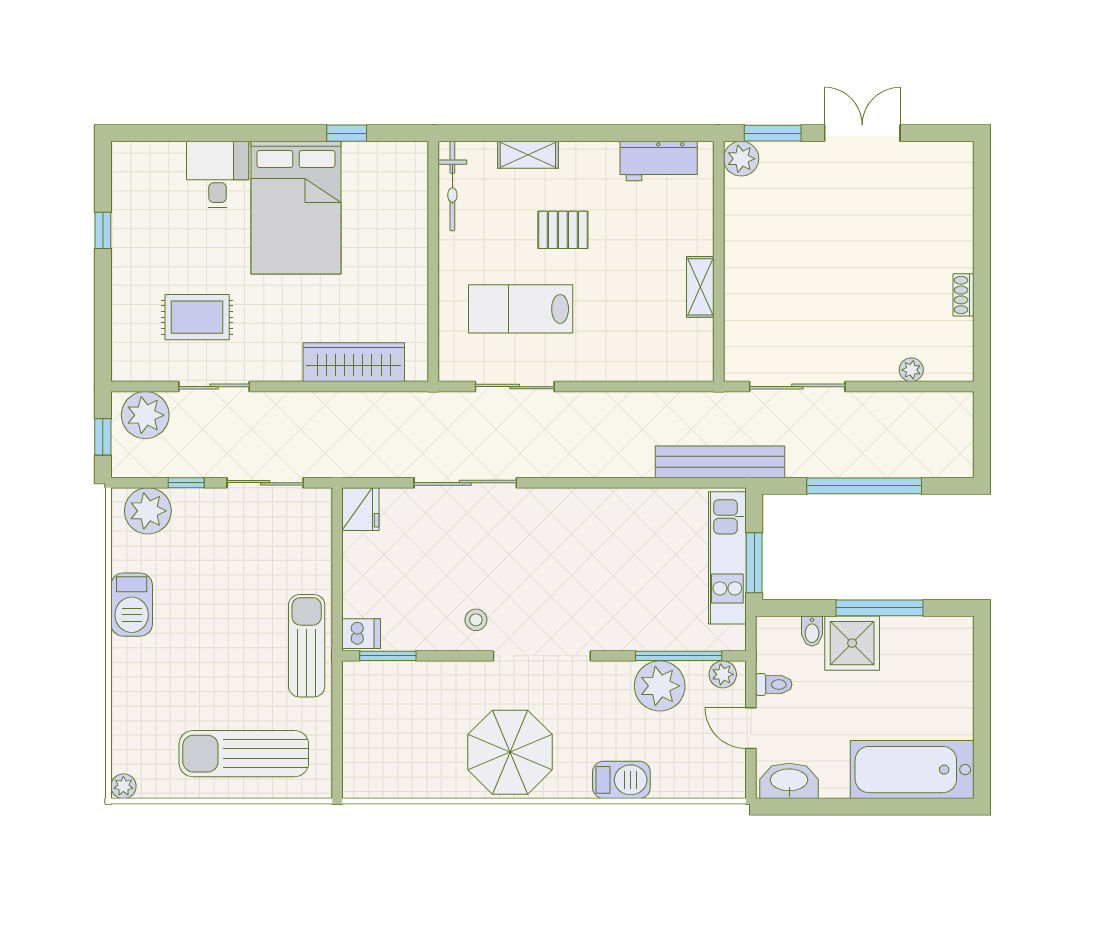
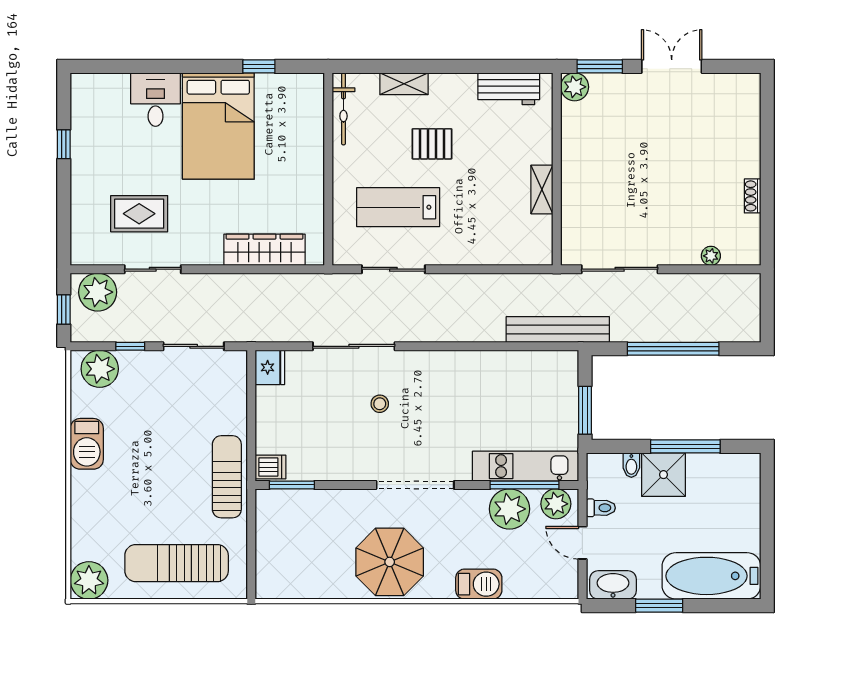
kitchen unit: (727, 558) -> (526, 466), moved, turned 90
stool: (476, 620) -> (380, 404), moved
plant: (723, 674) -> (556, 504), width x1.38, depth x1.38
plant: (123, 786) -> (89, 580), width x1.87, depth x1.87
window: (847, 807) -> (659, 606), added

